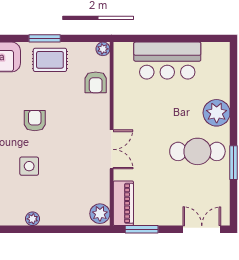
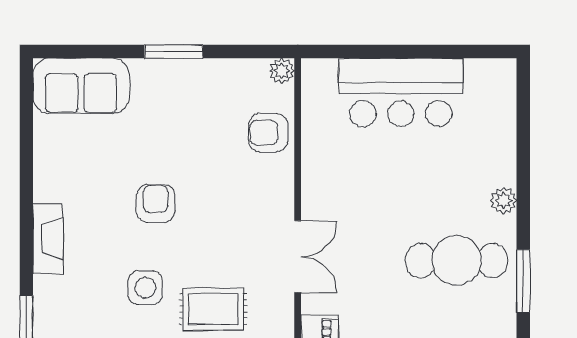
rug: (50, 60) -> (213, 309), moved
armchair: (96, 82) -> (268, 133), turned 90
plant: (217, 113) -> (504, 201), width x0.53, depth x0.53

